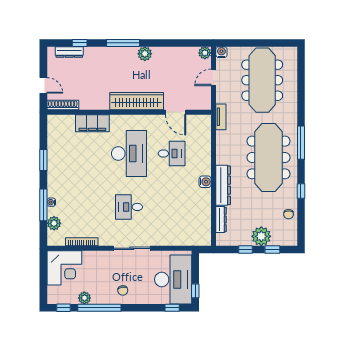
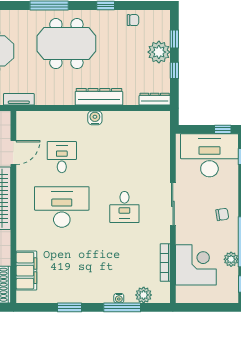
filing cabinet: (92, 123) -> (26, 271), moved
meeting table: (268, 157) -> (66, 44), width x0.73
dresser: (221, 219) -> (155, 99), moved
corner desk: (64, 268) -> (196, 265), moved

